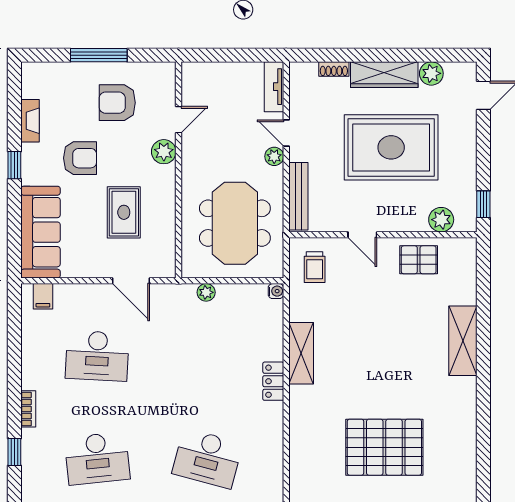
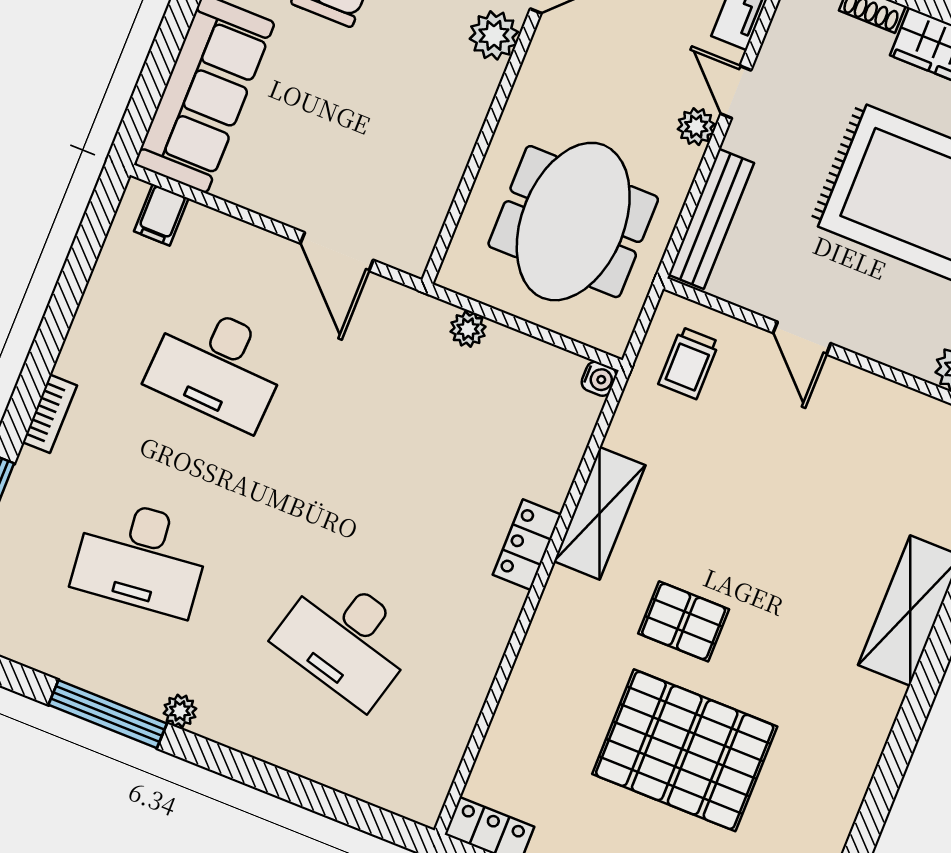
rug: (124, 212) -> (374, 119), removed
pallet: (419, 260) -> (684, 621), moved

